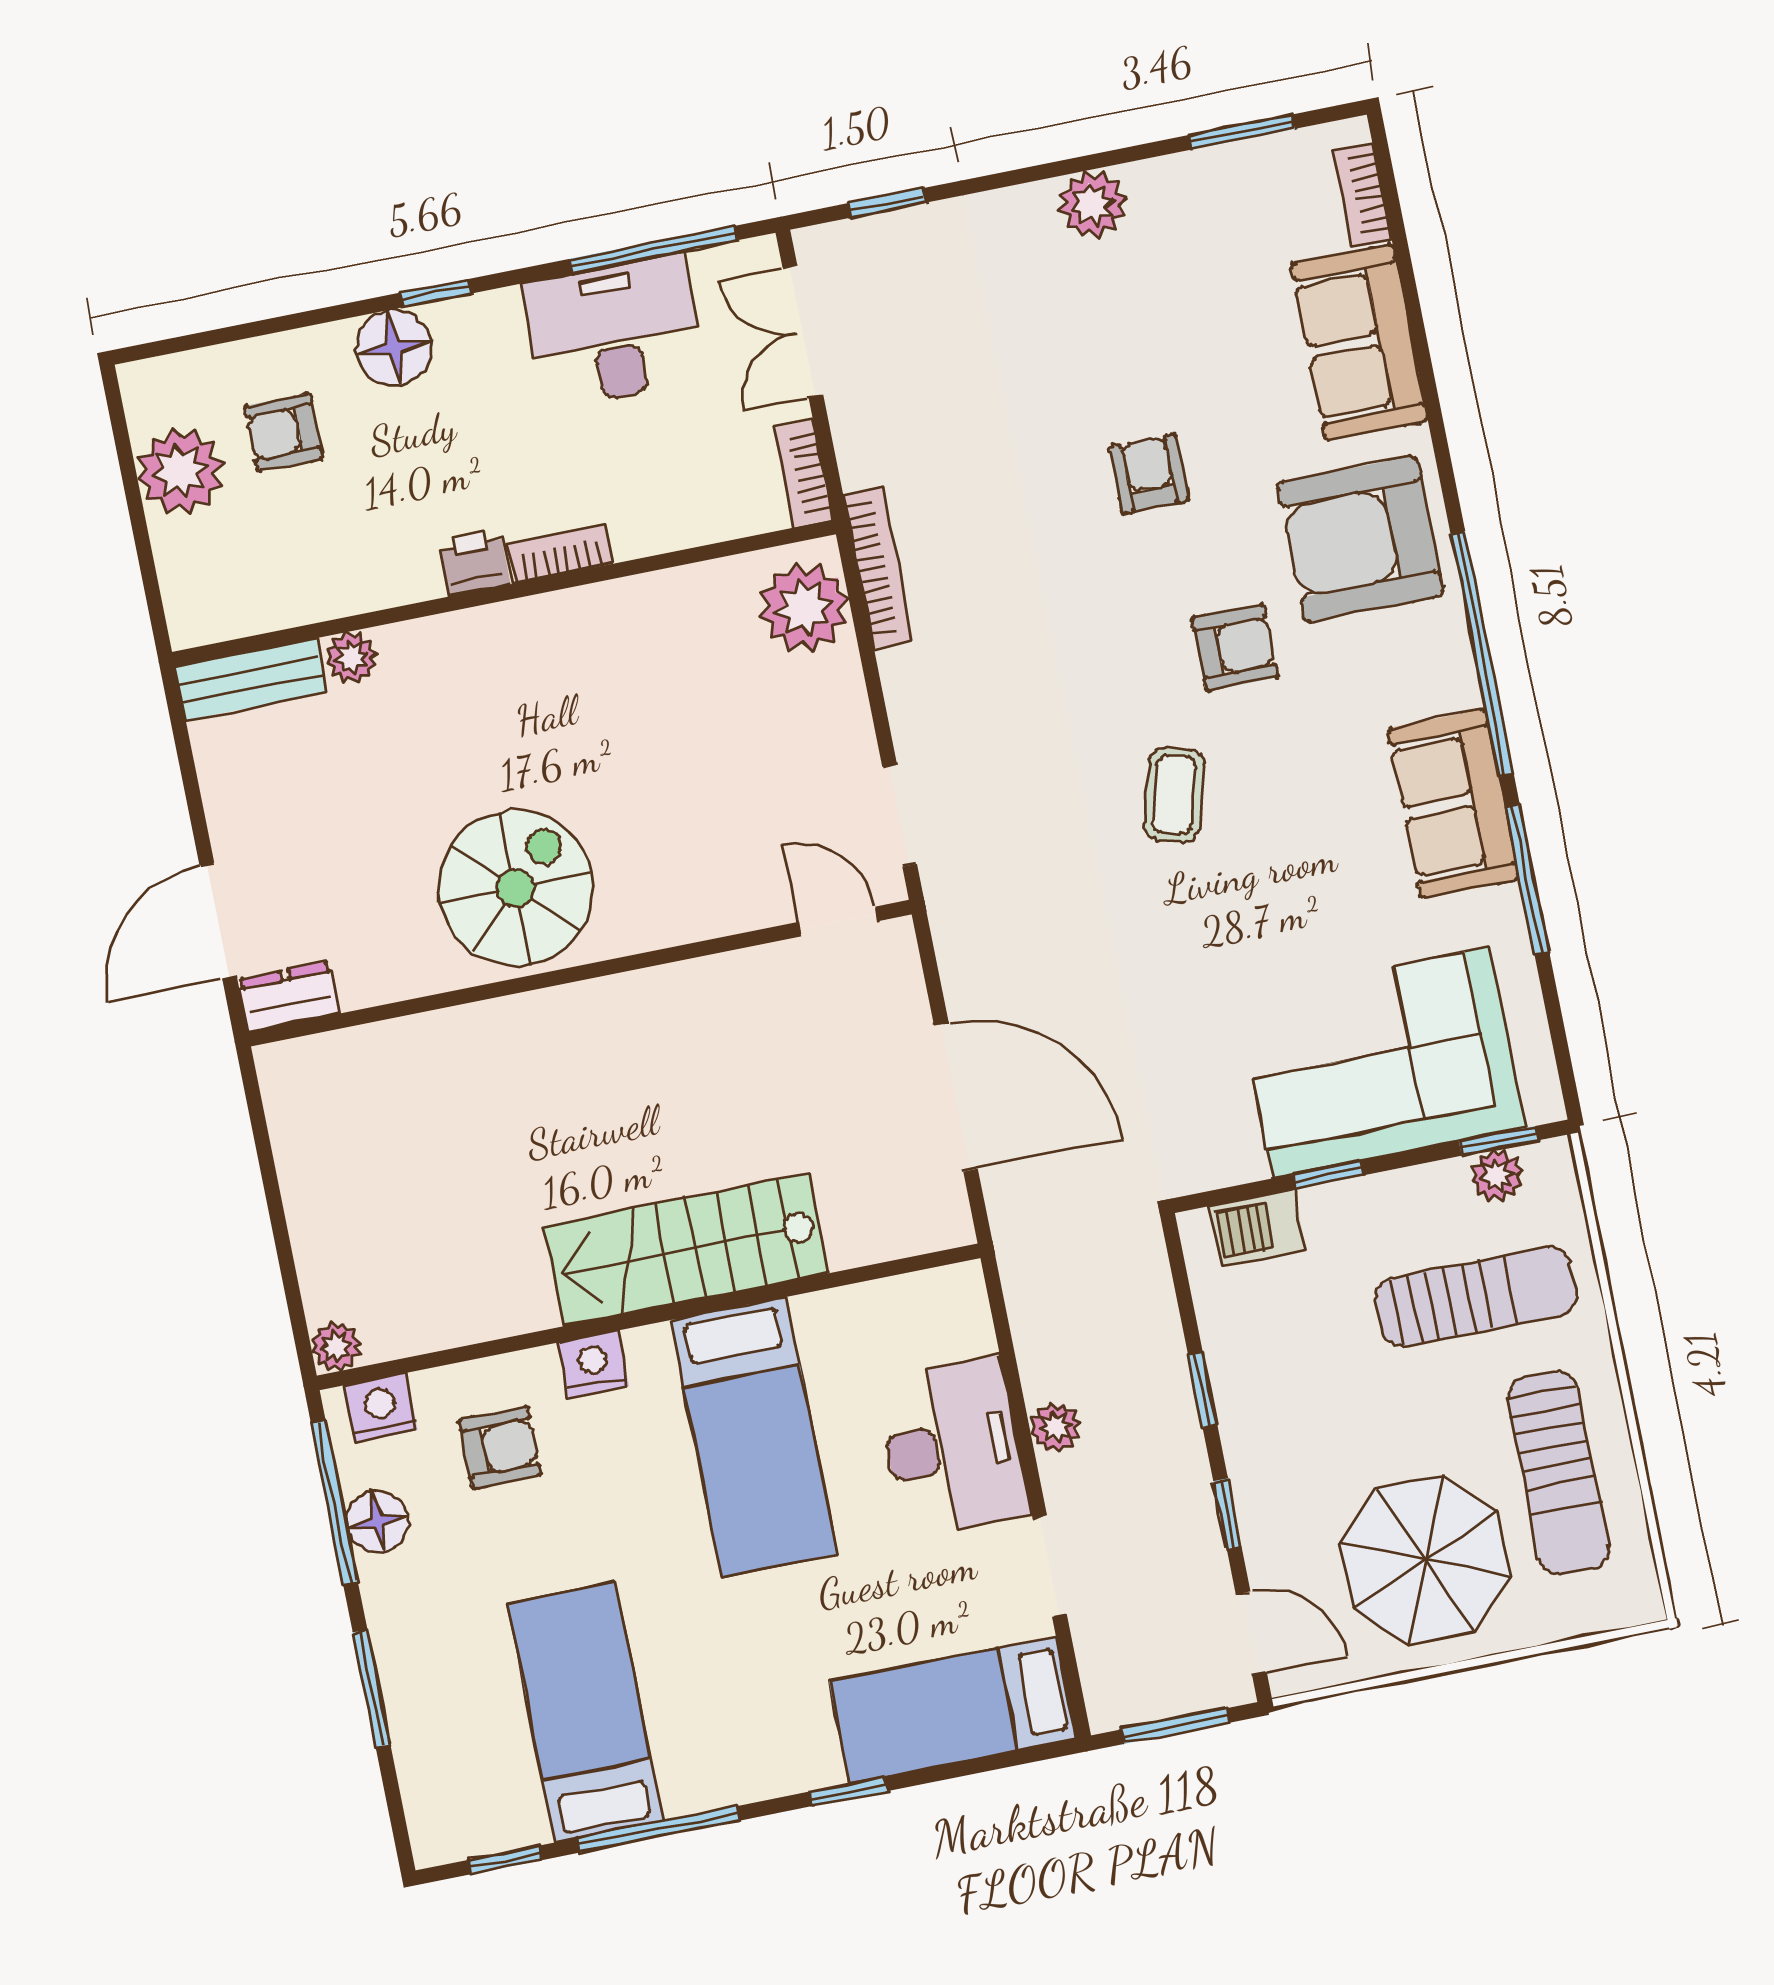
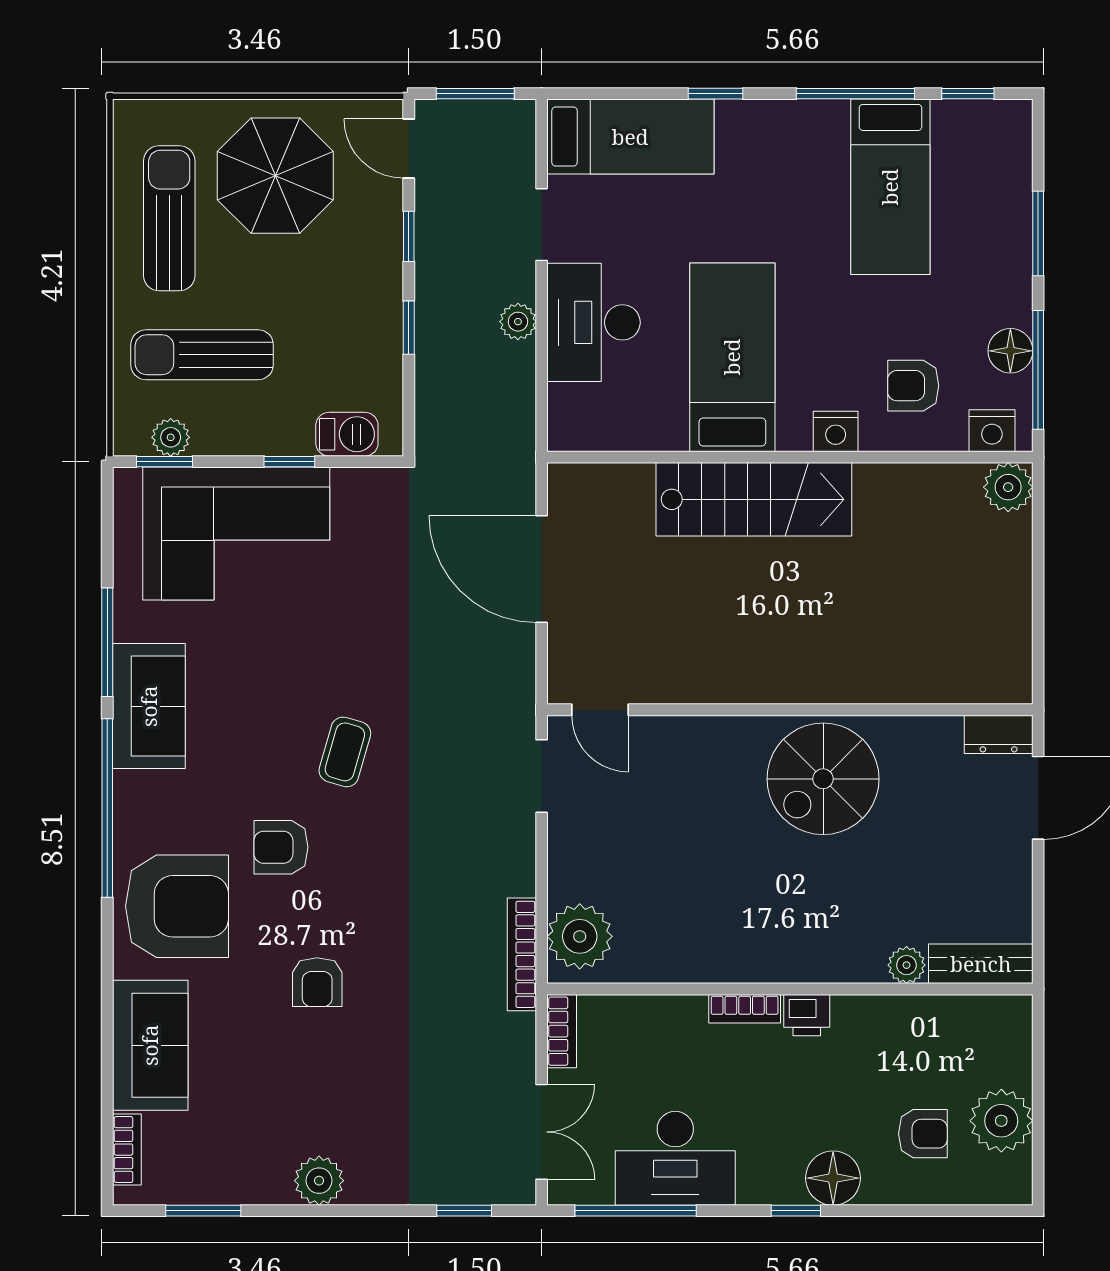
plant: (336, 1346) -> (1008, 487), width x1.38, depth x1.38

